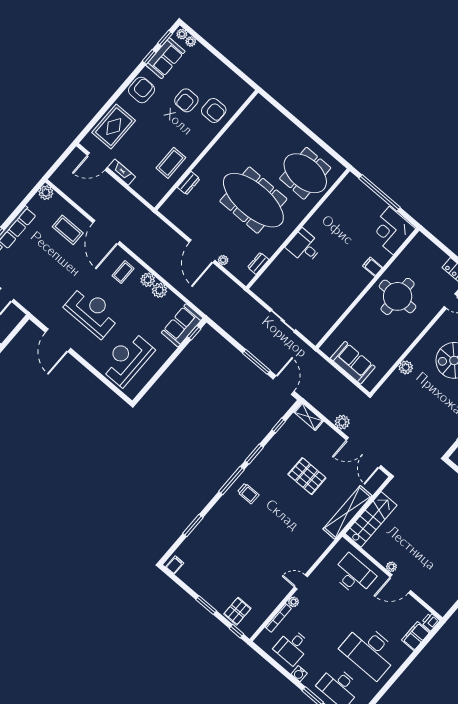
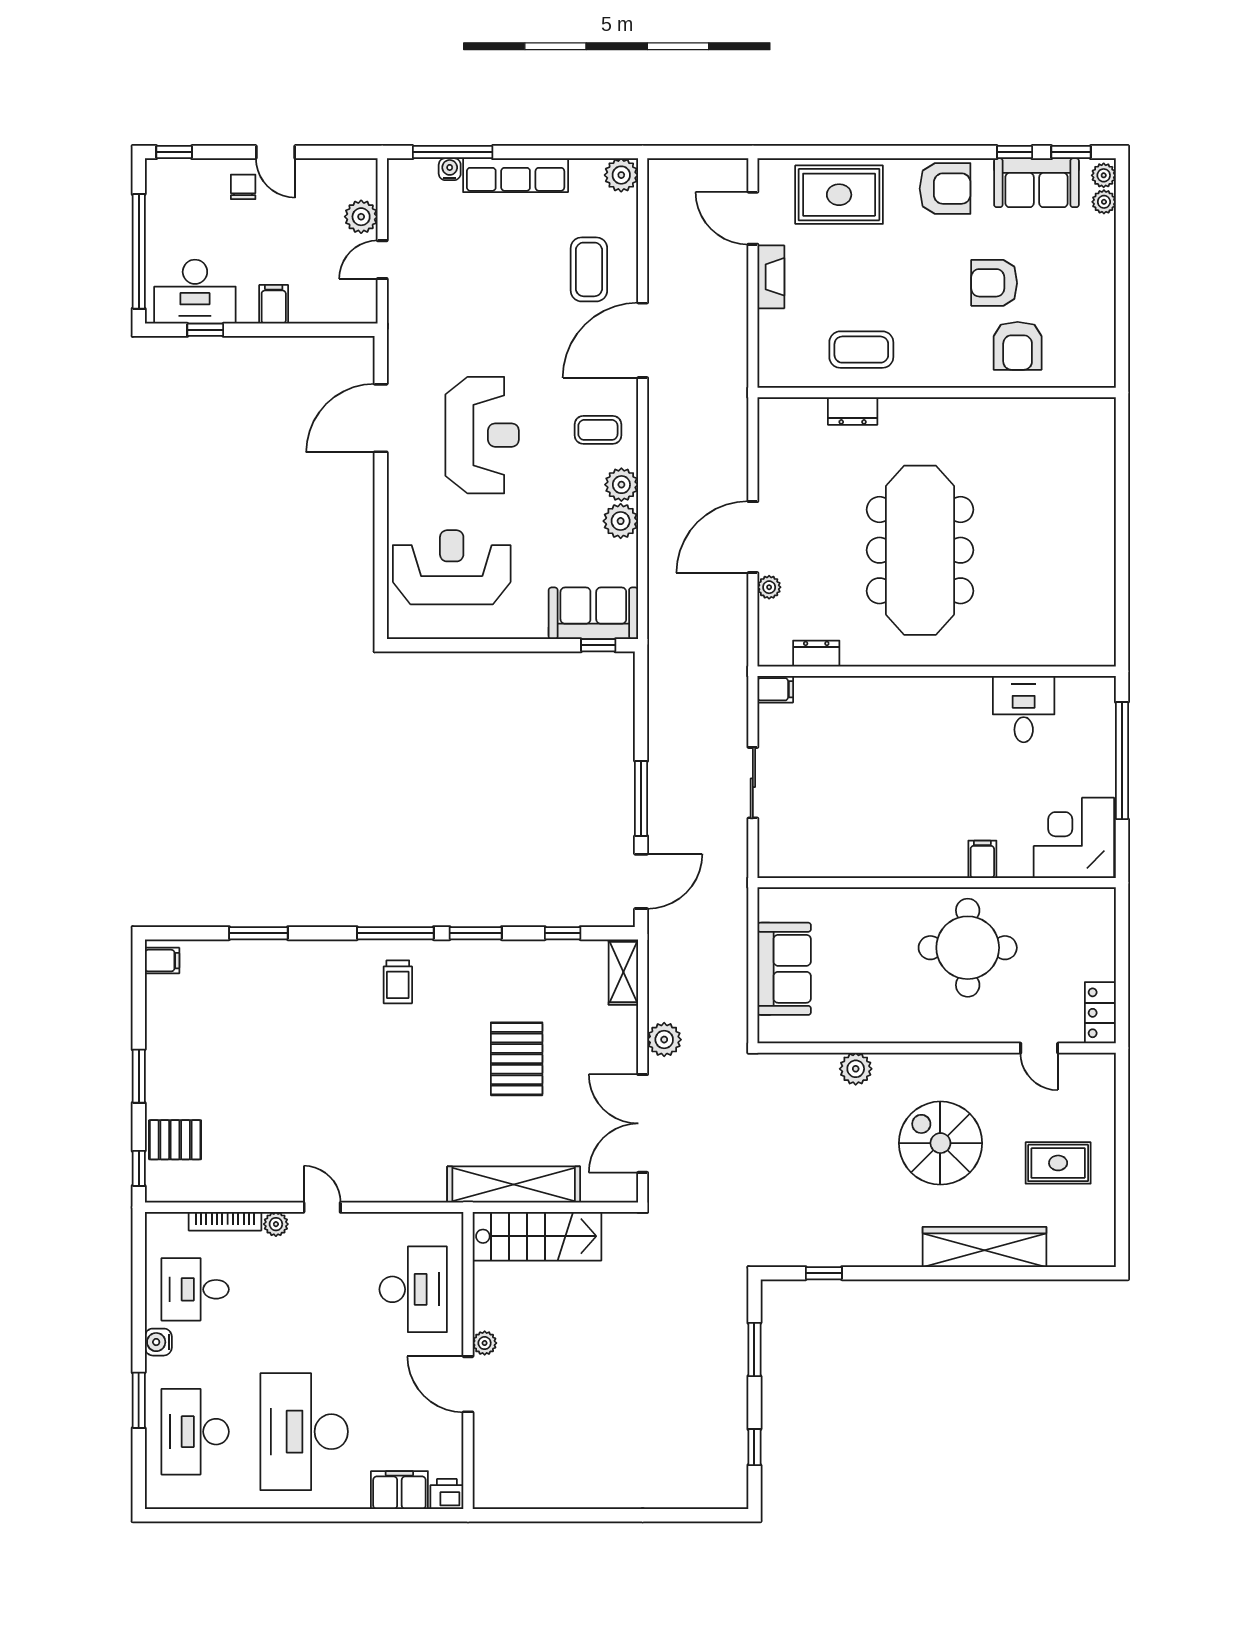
meeting table: (305, 173) -> (1045, 601), removed
desk: (304, 247) -> (1024, 709), moved
filing cabinet: (258, 287) -> (775, 689), added

